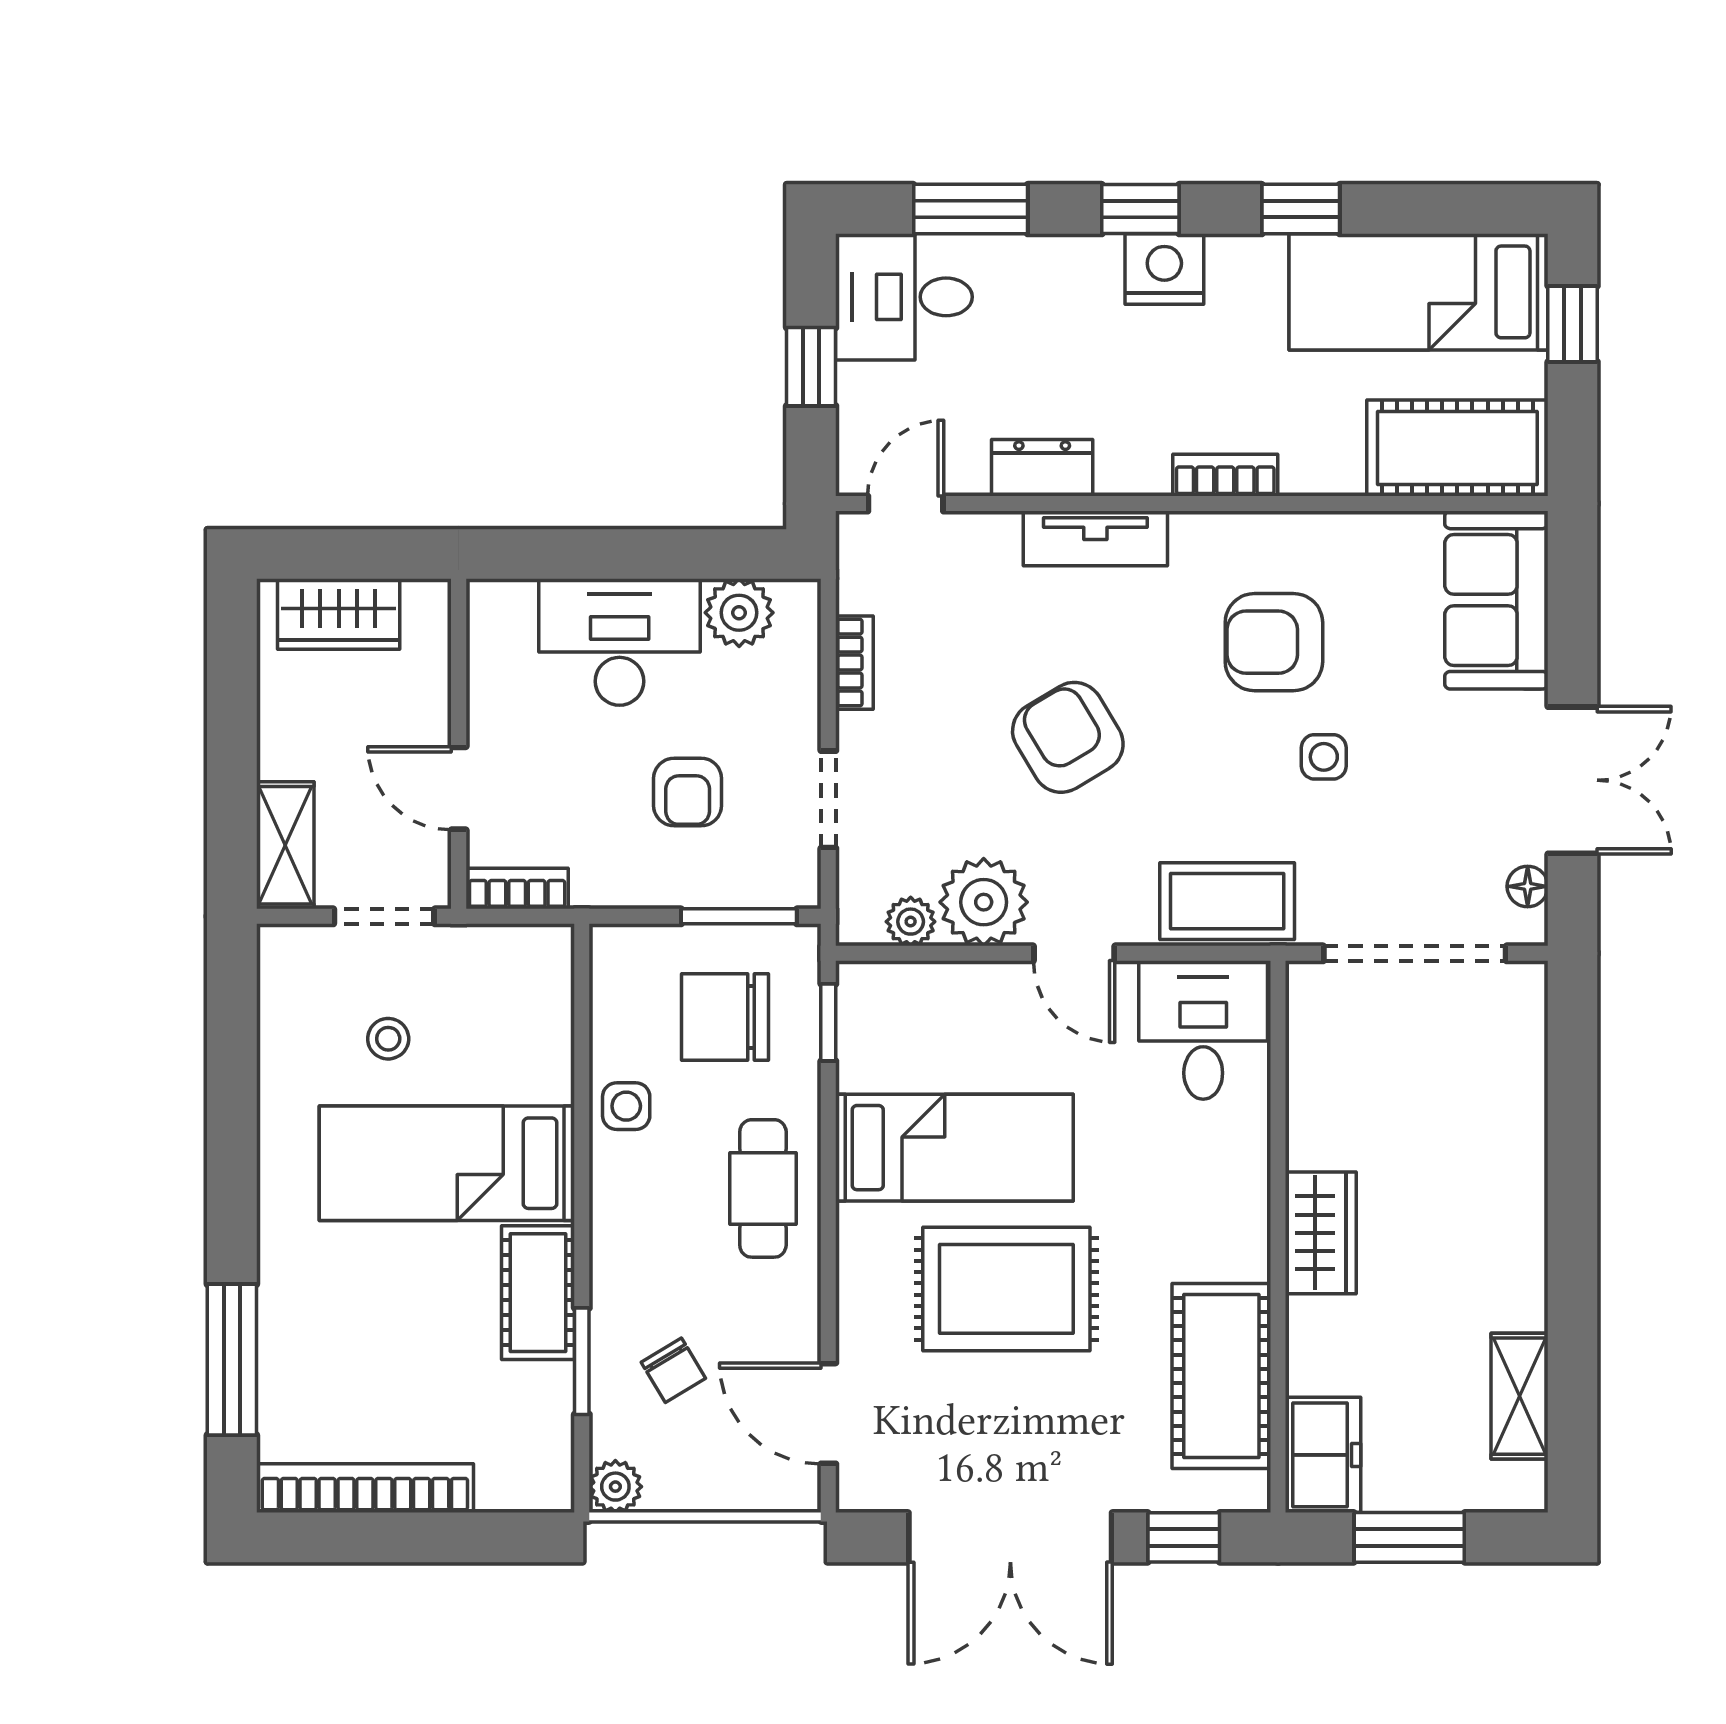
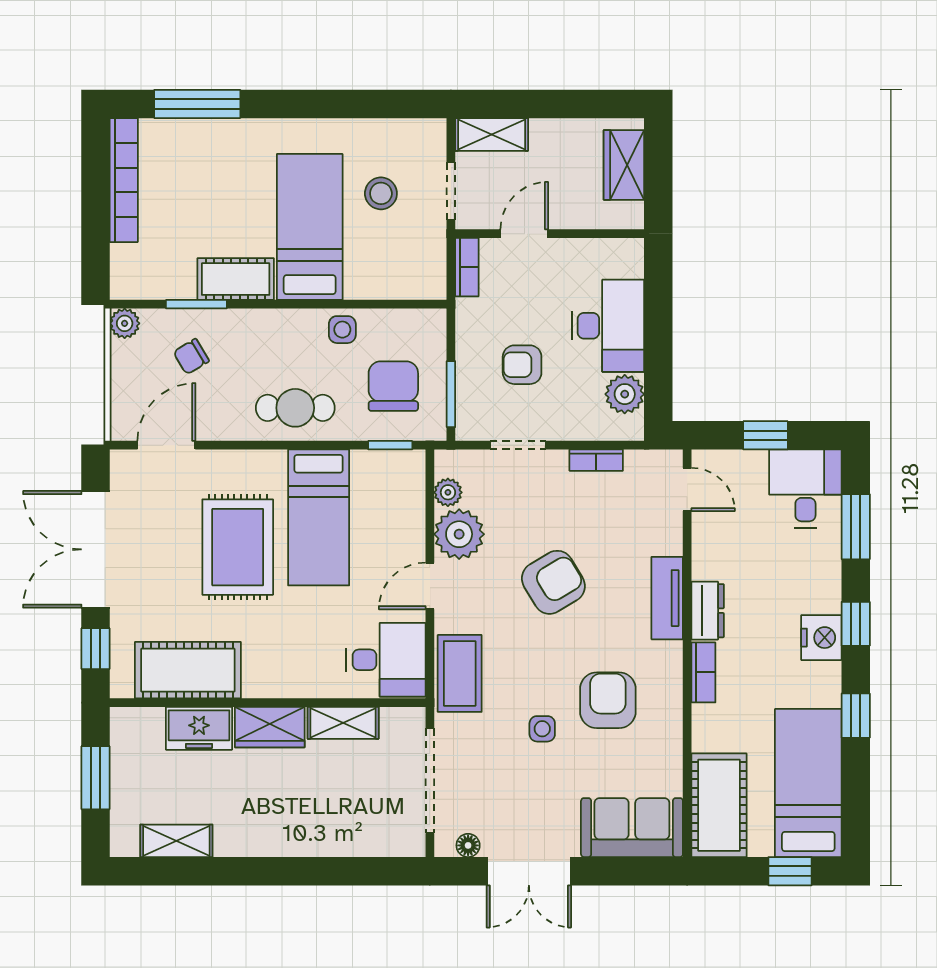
dresser: (1042, 468) -> (708, 611), moved
stool: (388, 1039) -> (381, 193), width x1.37, depth x1.37
shelving: (1313, 1105) -> (343, 723), added
freezer: (1323, 1455) -> (199, 728), moved

